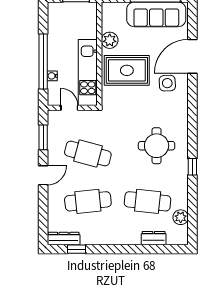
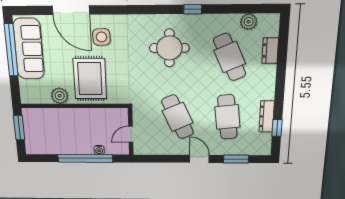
kitchen unit: (88, 72) -> (94, 117), removed
window: (43, 137) -> (236, 159), moved
cafe table: (88, 154) -> (178, 117), turned -39
cafe table: (148, 201) -> (230, 57), turned -30
dresser: (64, 239) -> (267, 116), moved

